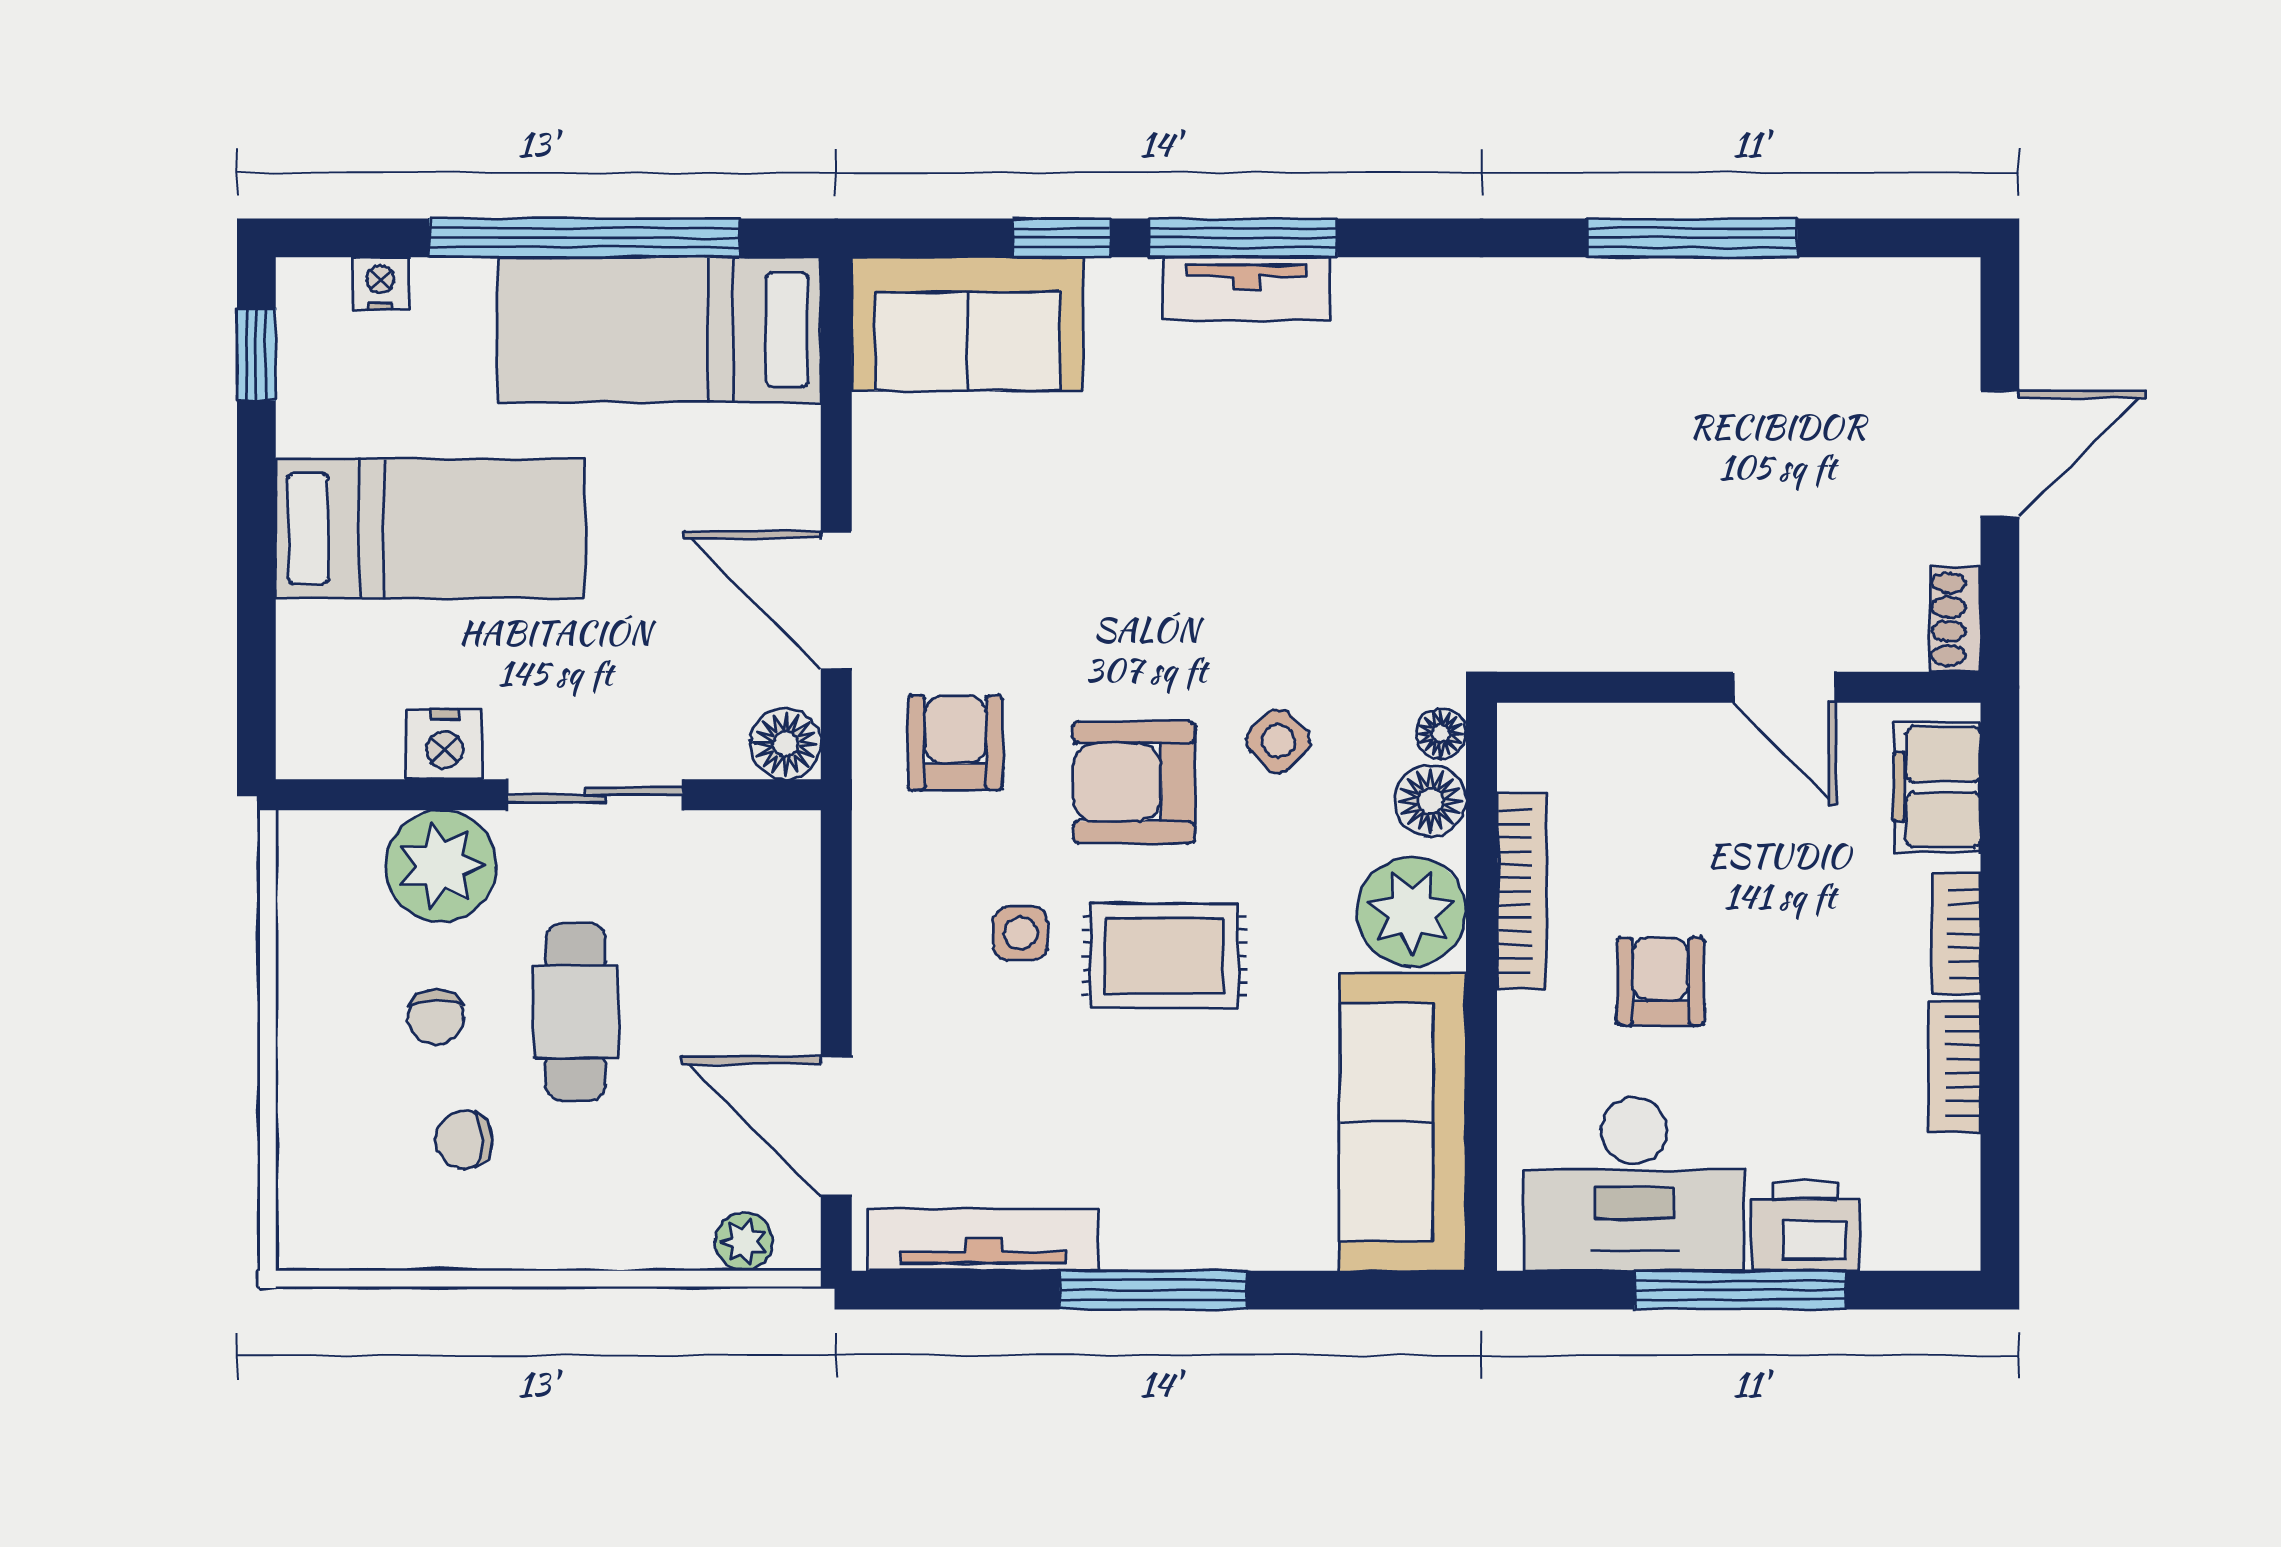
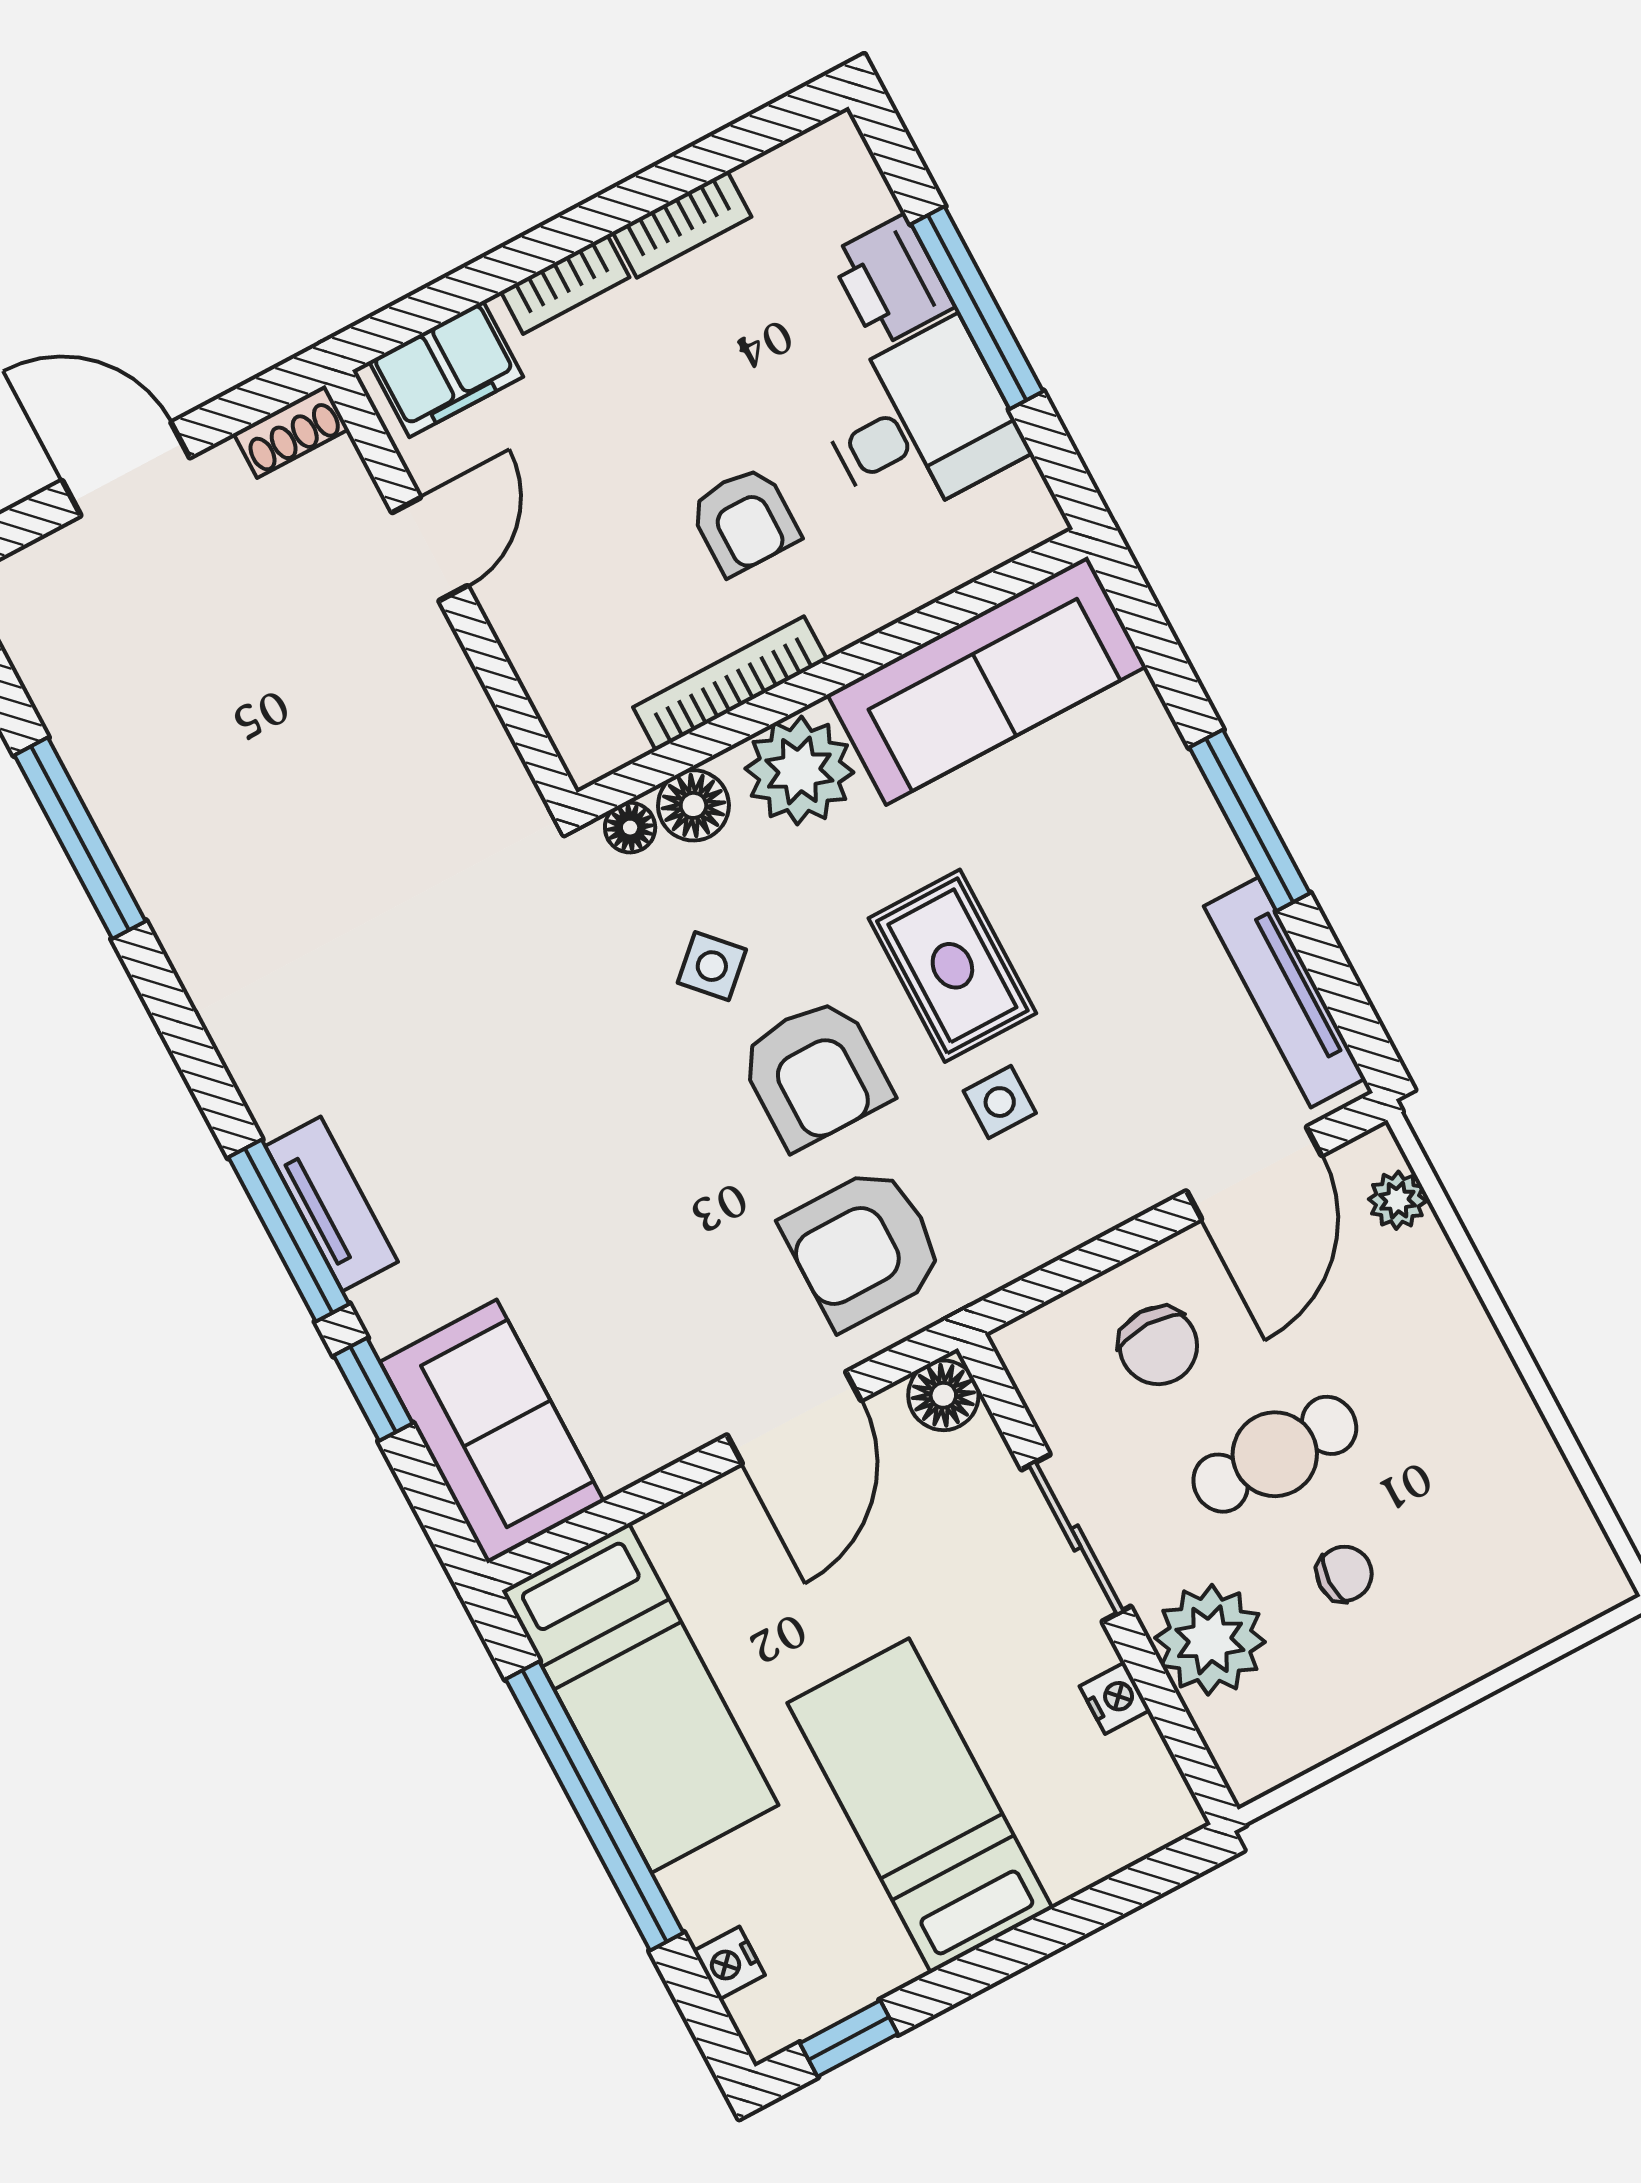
armchair: (955, 743) -> (863, 1247), width x1.38, depth x1.38
nightstand: (445, 744) -> (1115, 1698), width x0.72, depth x0.74
armchair: (1661, 981) -> (744, 521), turned -90
chair: (464, 1140) -> (1158, 1346), moved, width x1.37, depth x1.37
desk: (1634, 1184) -> (920, 423), width x0.73

